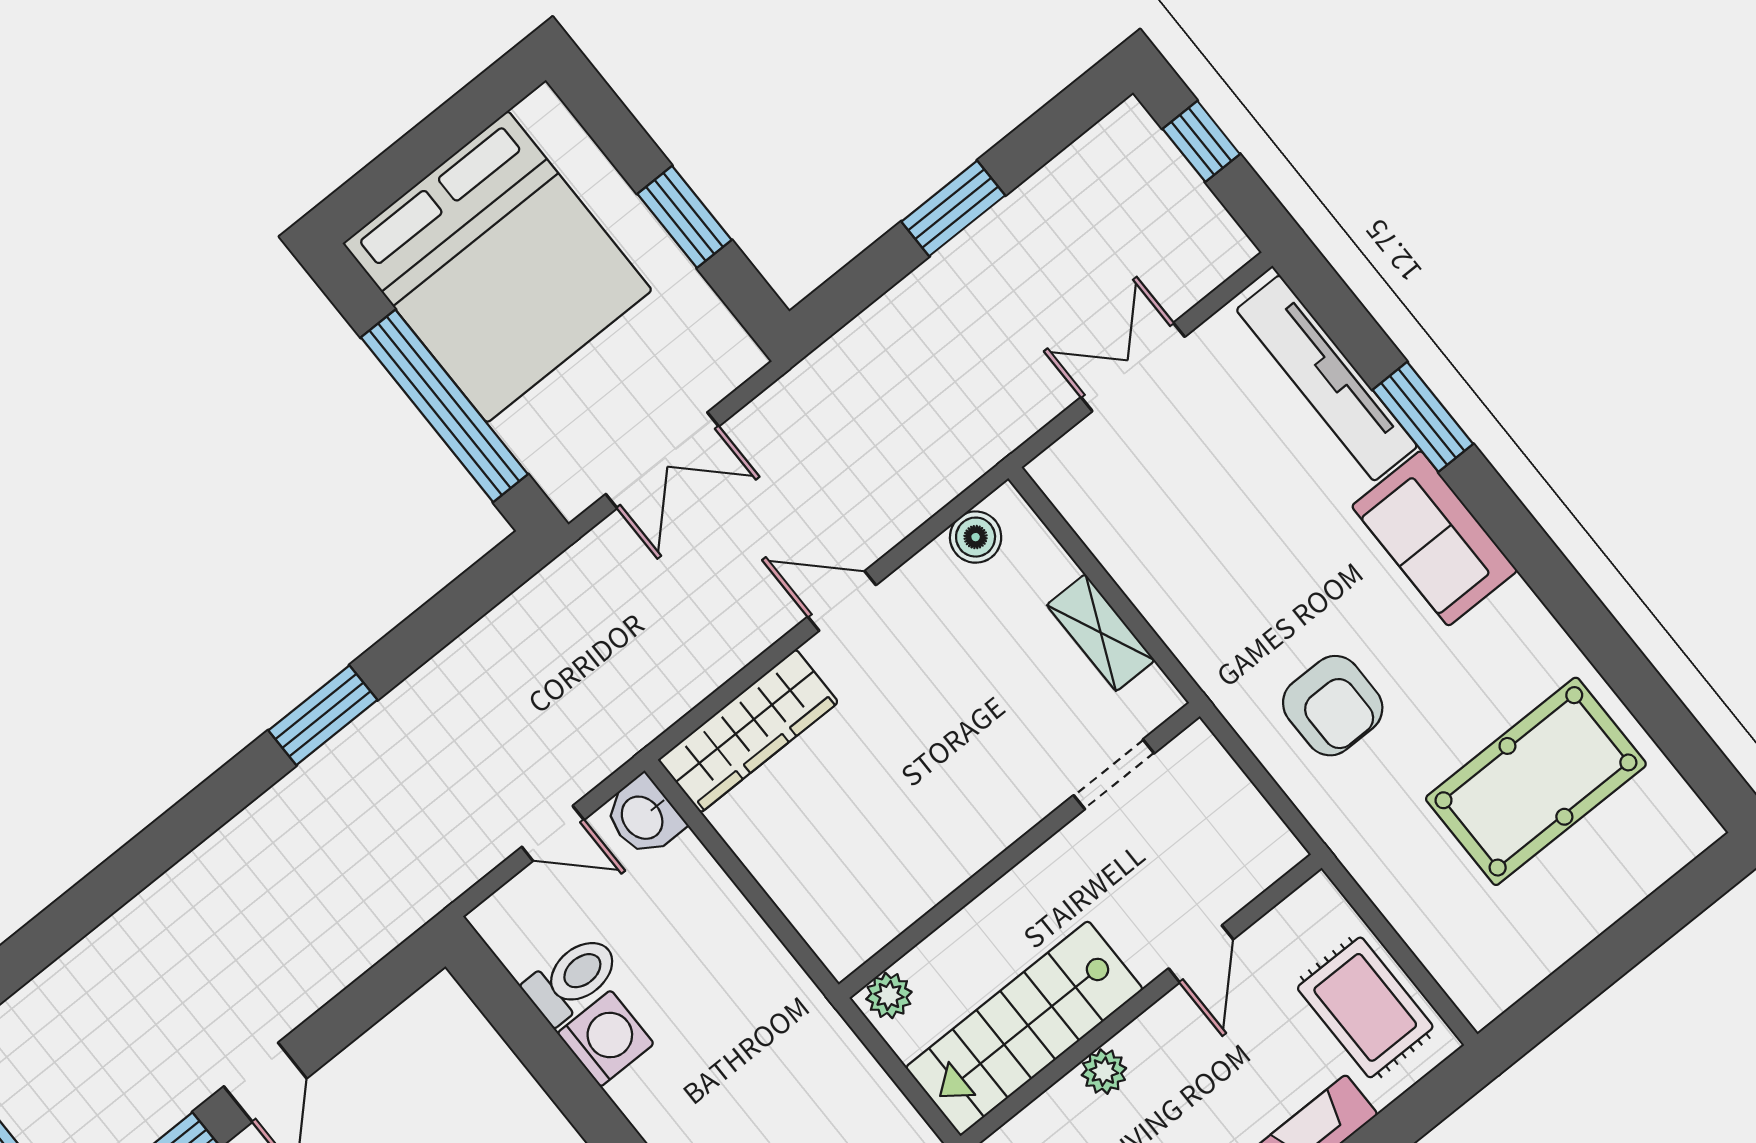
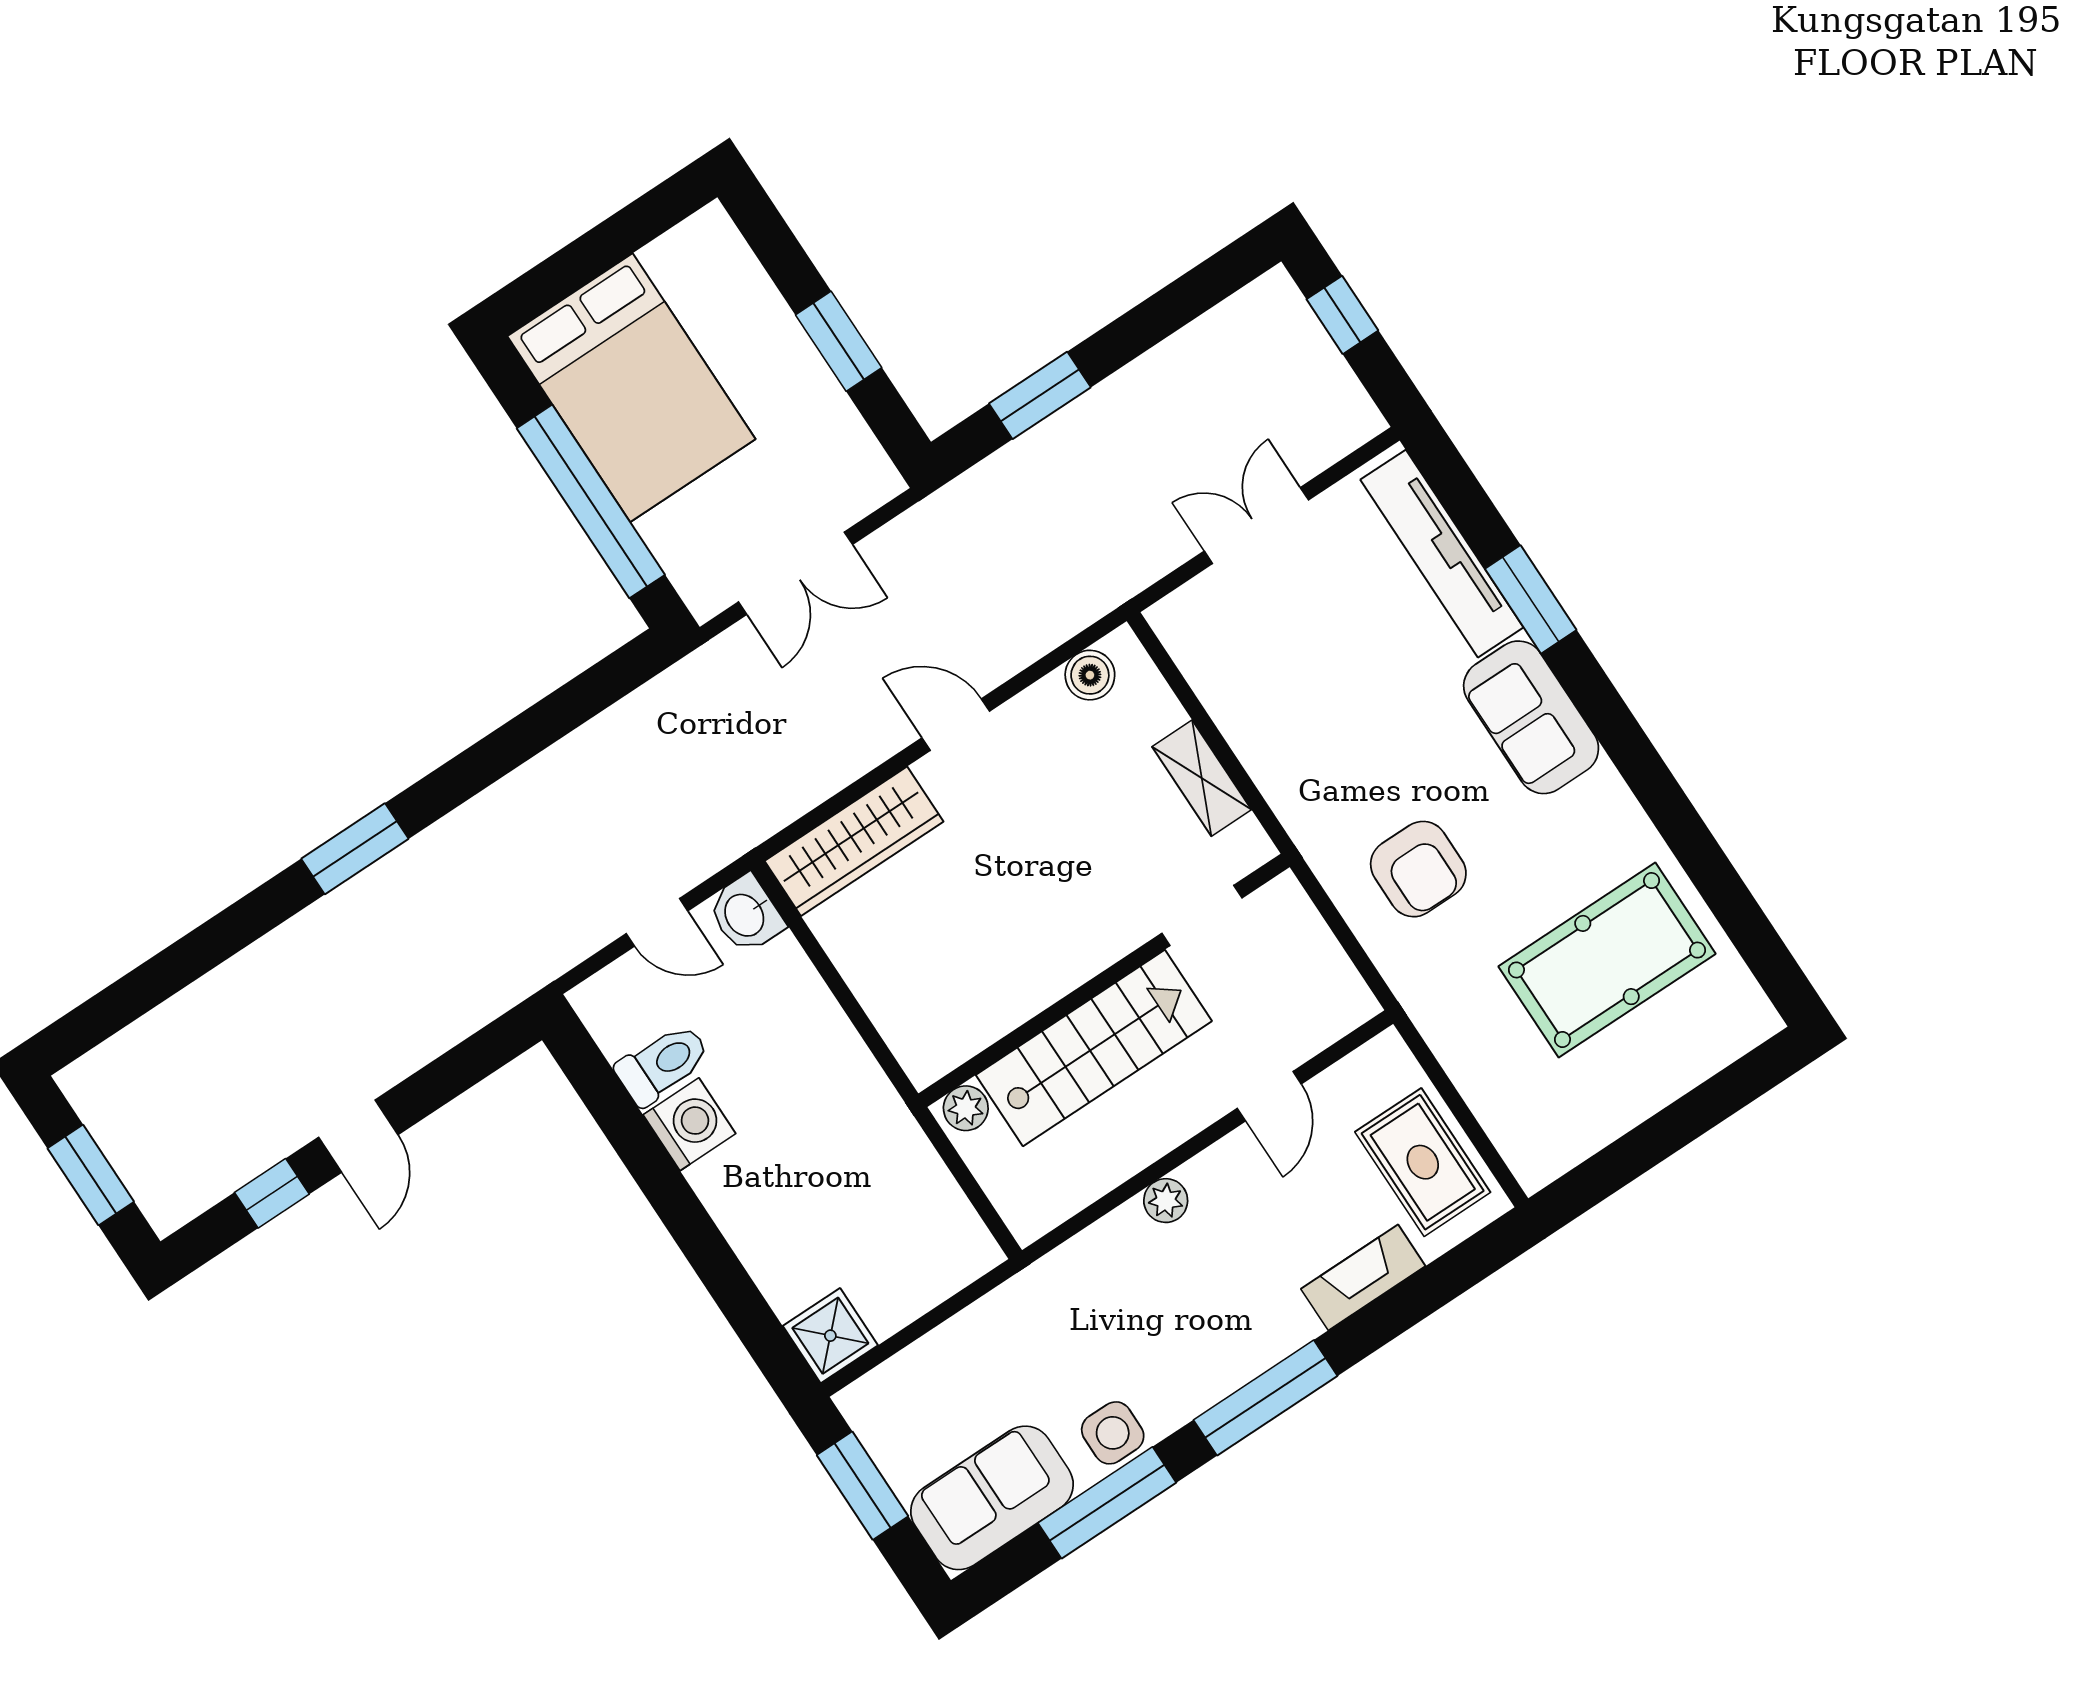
window: (953, 208) -> (1040, 395), moved
bed: (497, 267) -> (631, 388), width x0.73
window: (323, 715) -> (355, 849), moved
stairs: (1024, 1028) -> (1094, 1048), moved, turned 180

